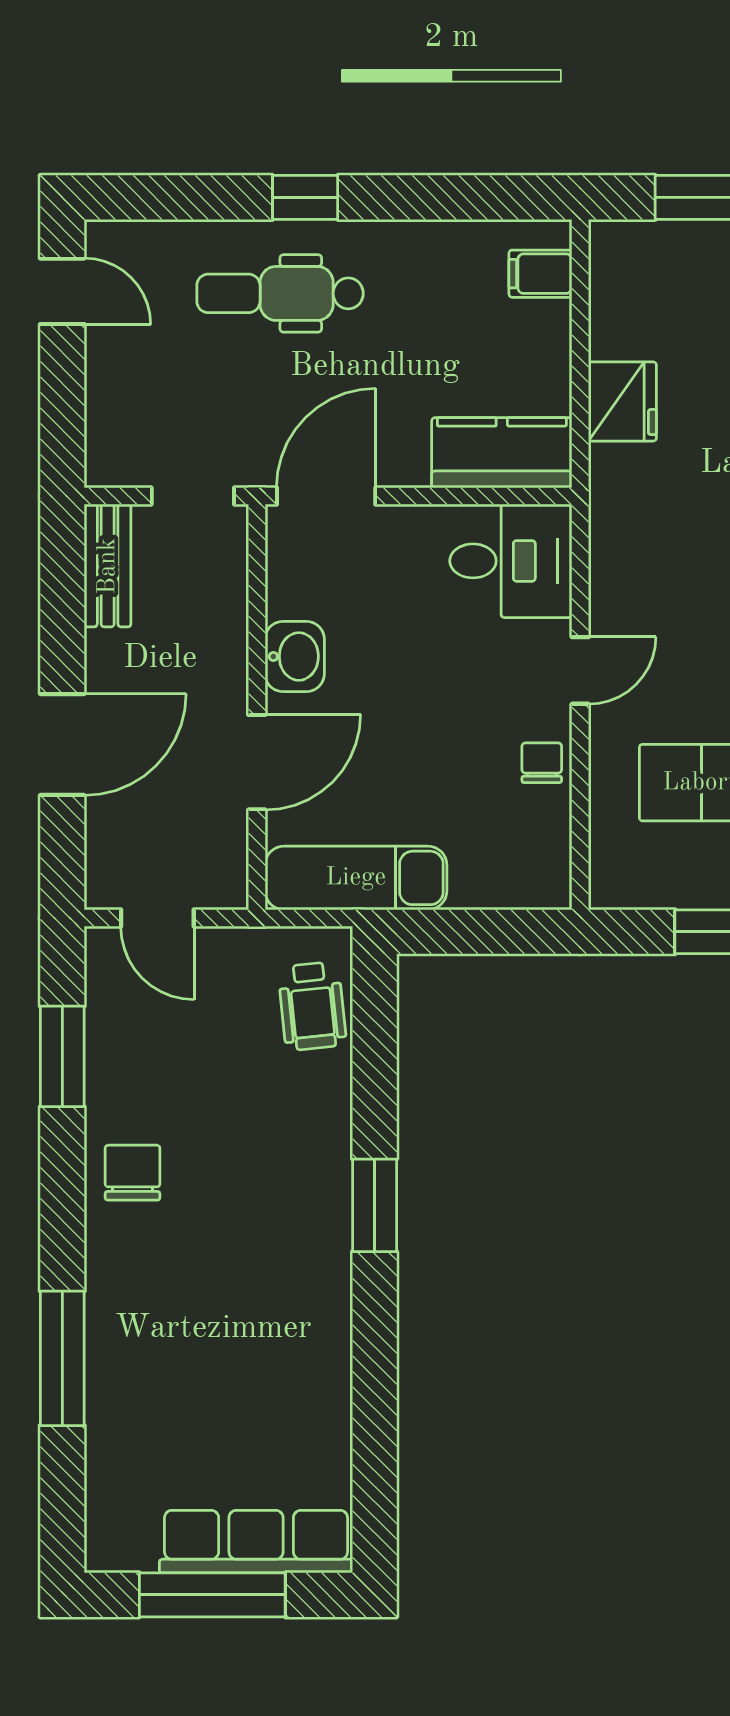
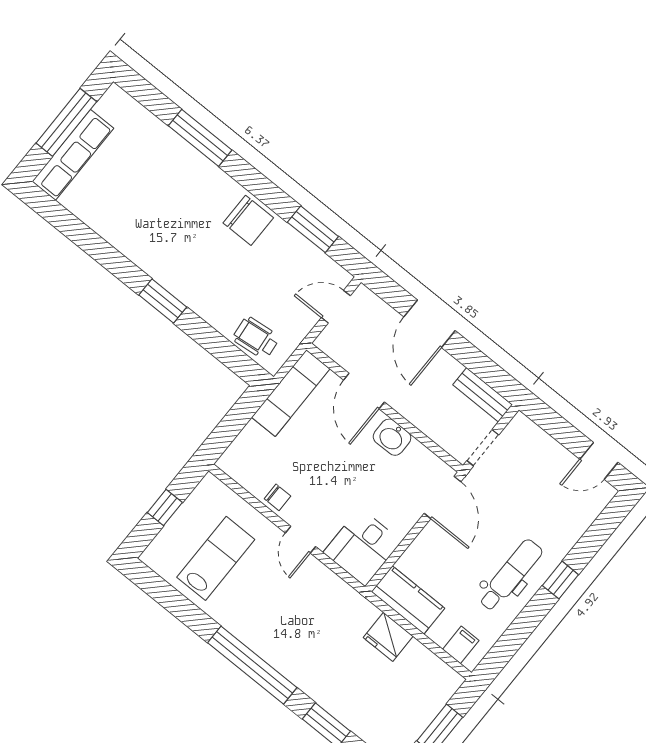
dental chair: (280, 293) -> (510, 575), moved
kitchen counter: (502, 453) -> (408, 600), moved, turned -90
chair: (133, 1173) -> (248, 220), width x1.37, depth x1.37

